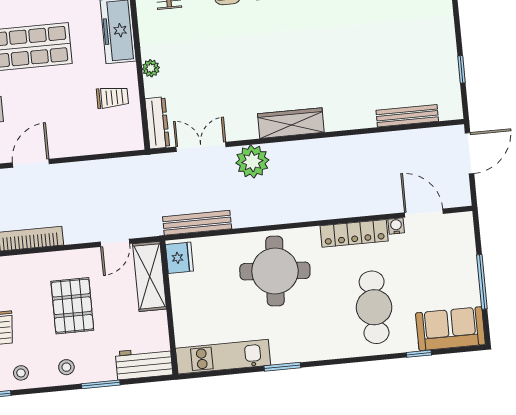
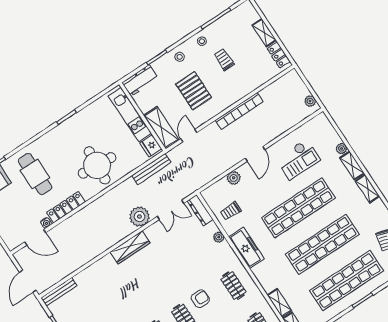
bench: (407, 116) -> (59, 292), moved
plant: (82, 144) -> (234, 178), added
kitchen unit: (223, 357) -> (130, 115), moved, turned 90

